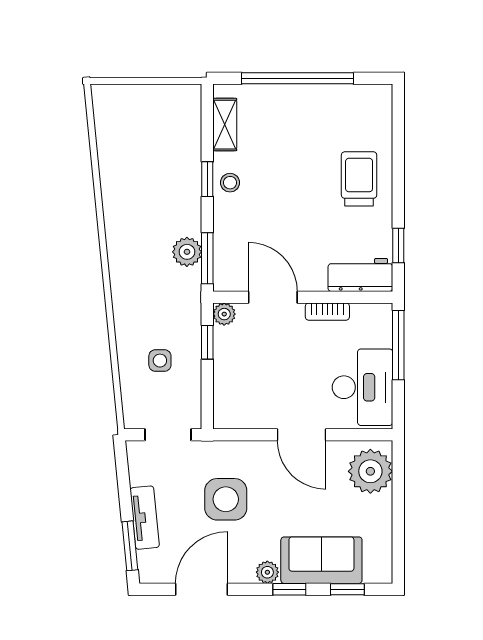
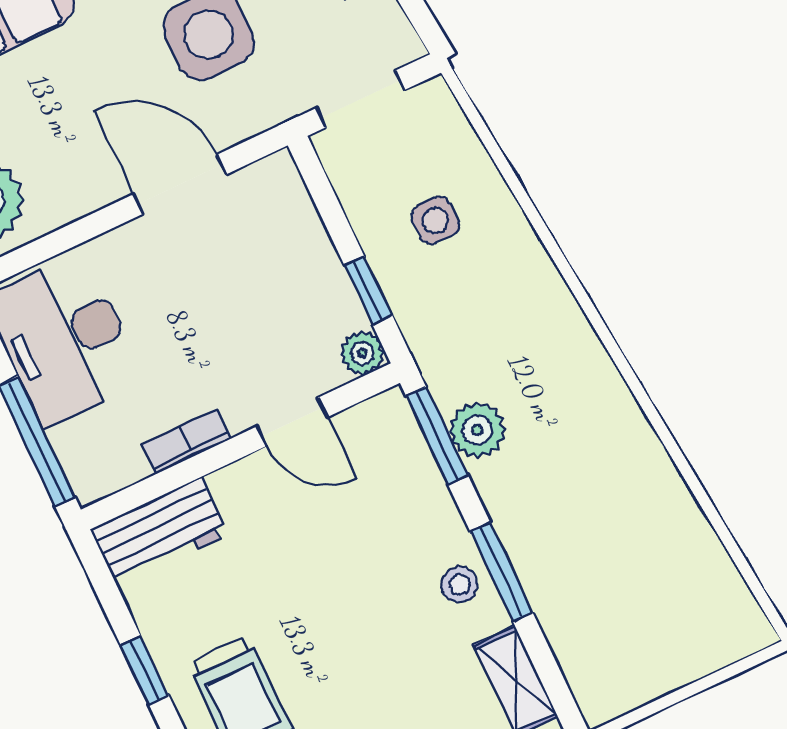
window: (207, 179) -> (502, 572), width x1.50
window: (398, 245) -> (145, 670), moved
door: (273, 297) -> (292, 422), width x0.73
door: (302, 435) -> (180, 184), moved

